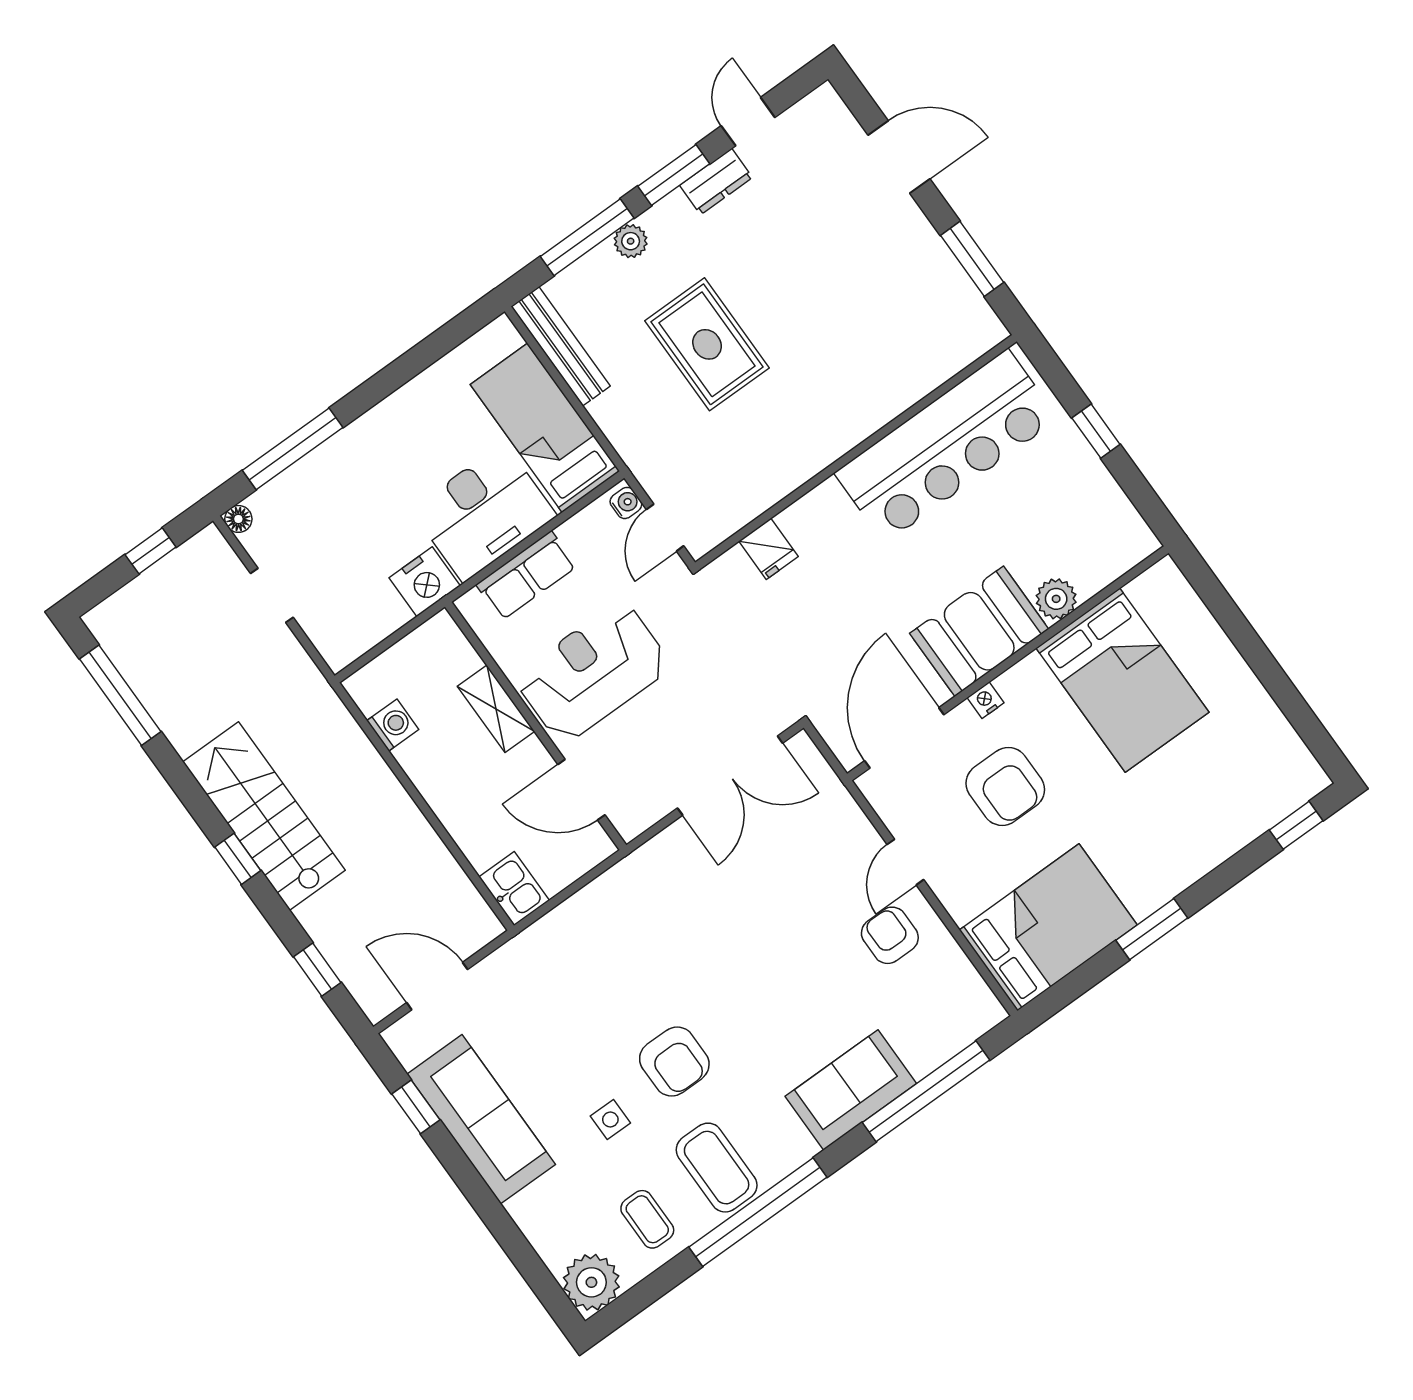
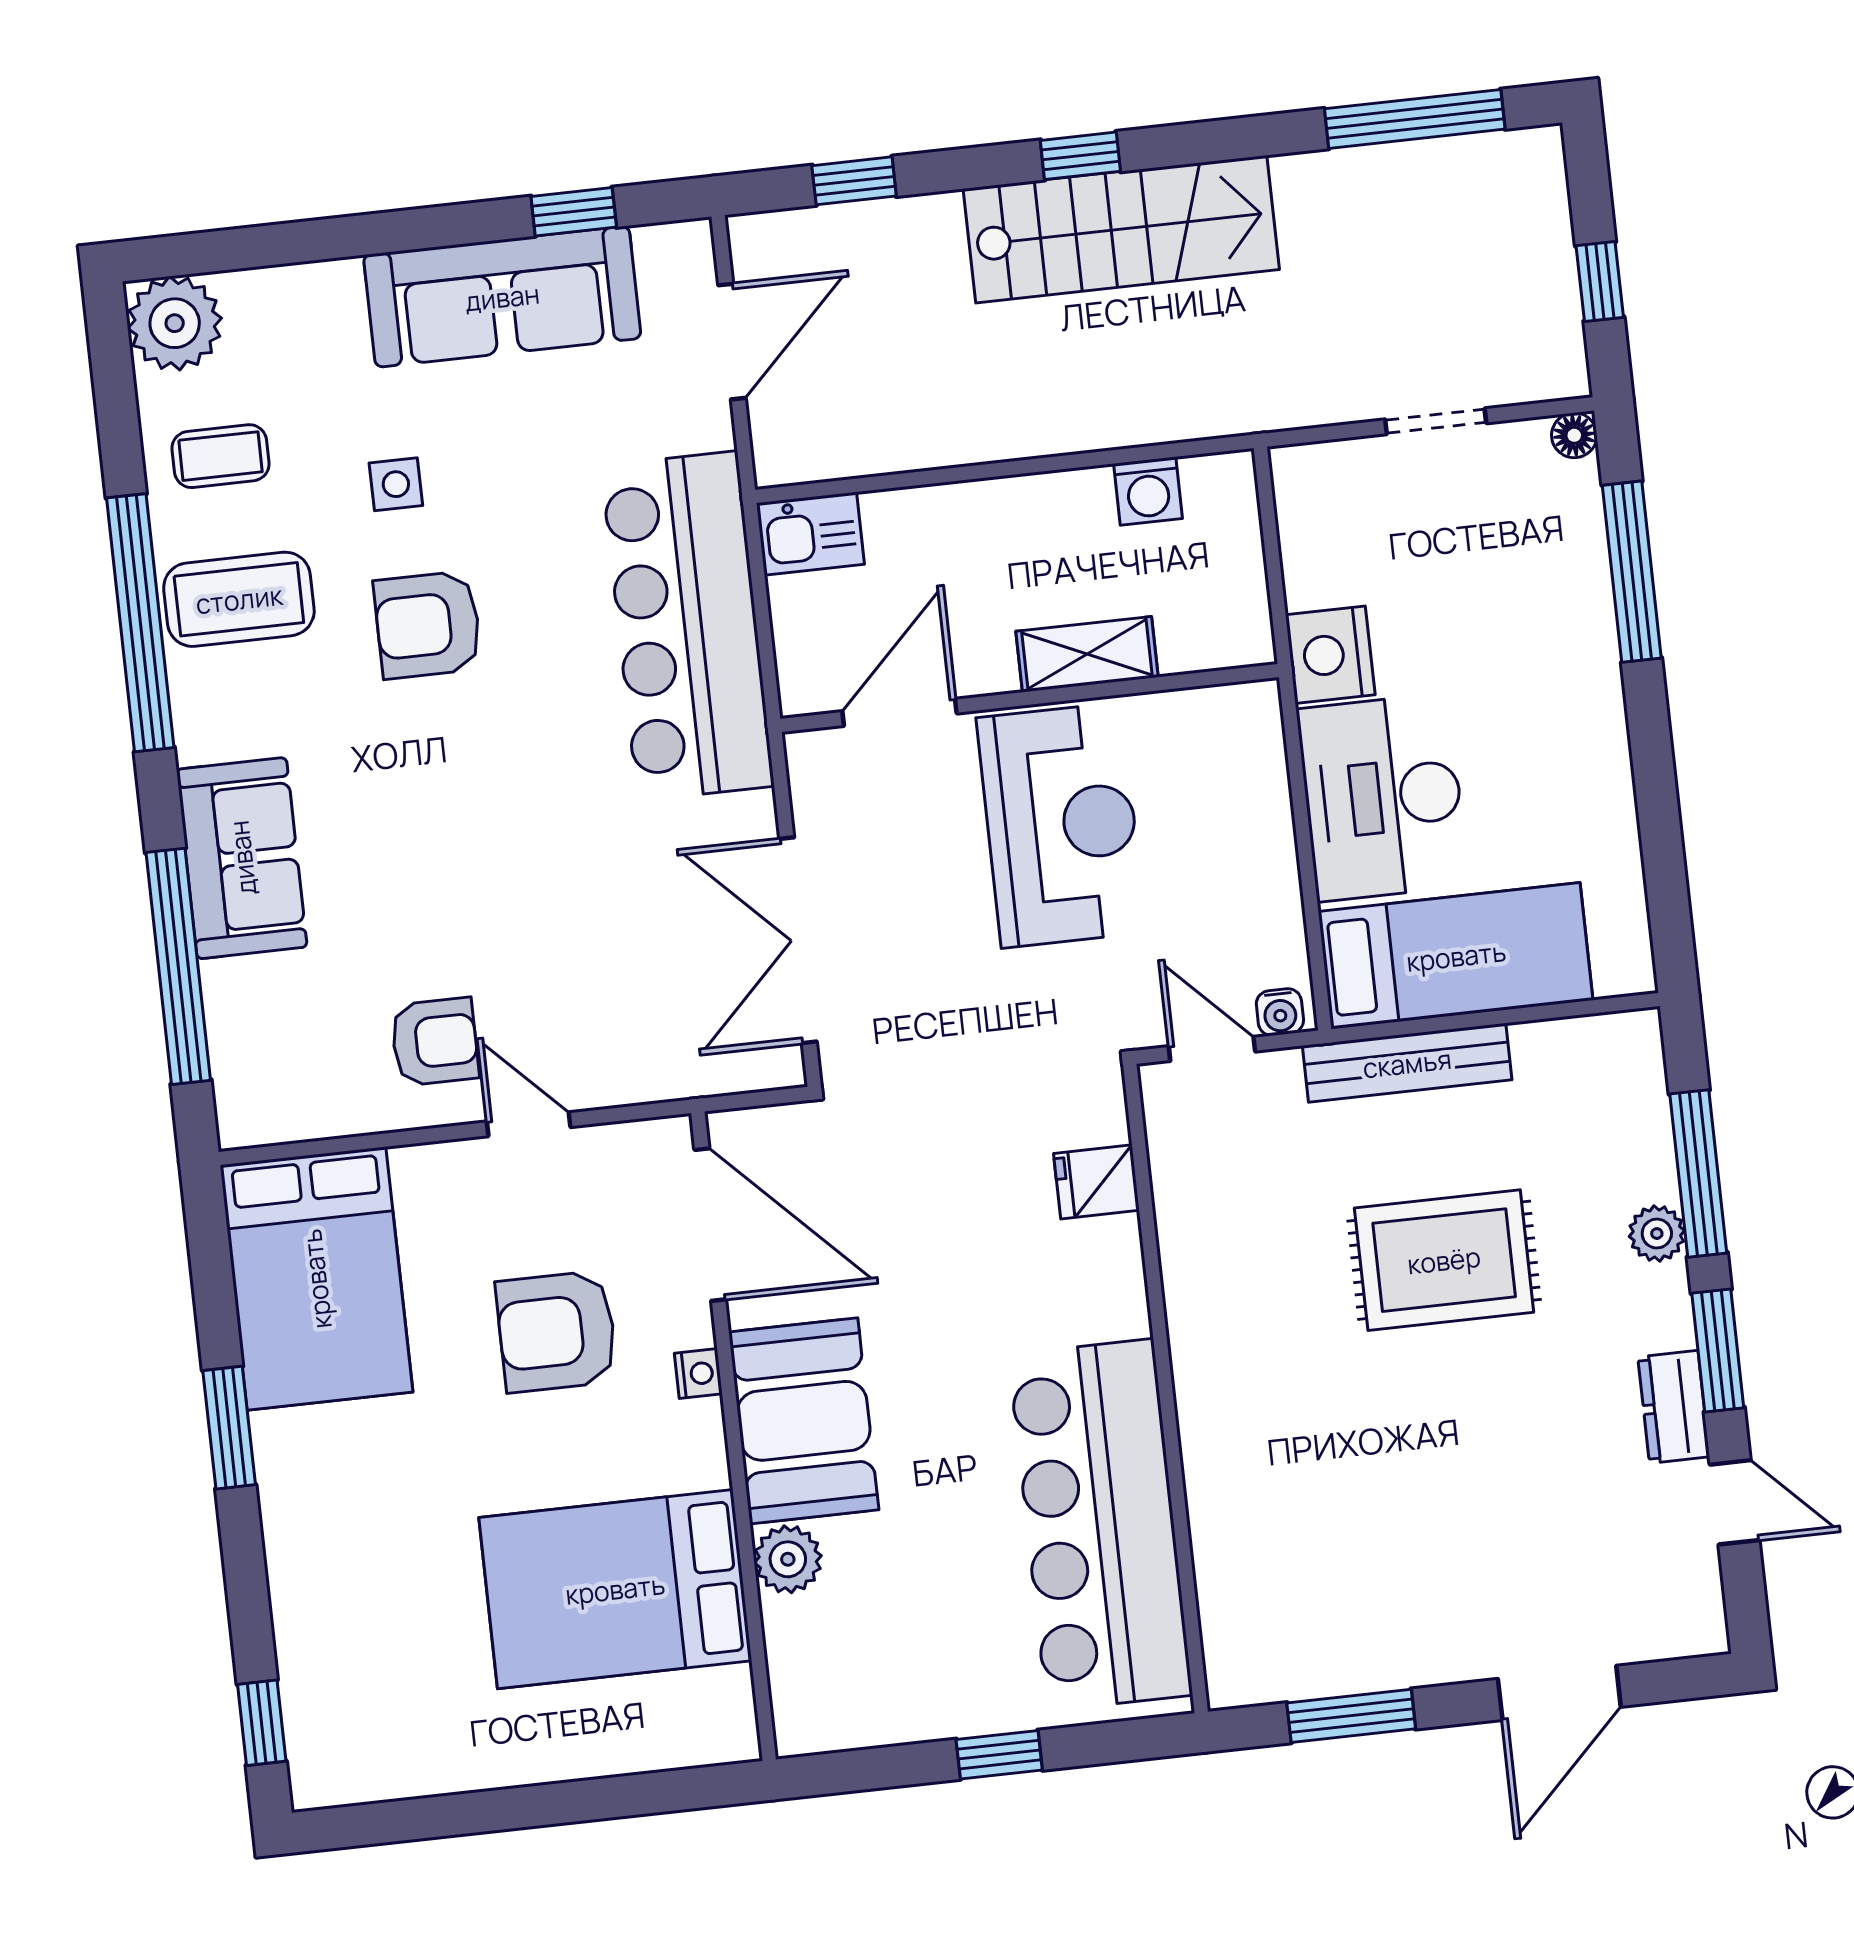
bench: (561, 346) -> (1407, 1063), moved
row of seats: (526, 576) -> (1256, 808), removed
bar counter: (599, 926) -> (687, 626), added

